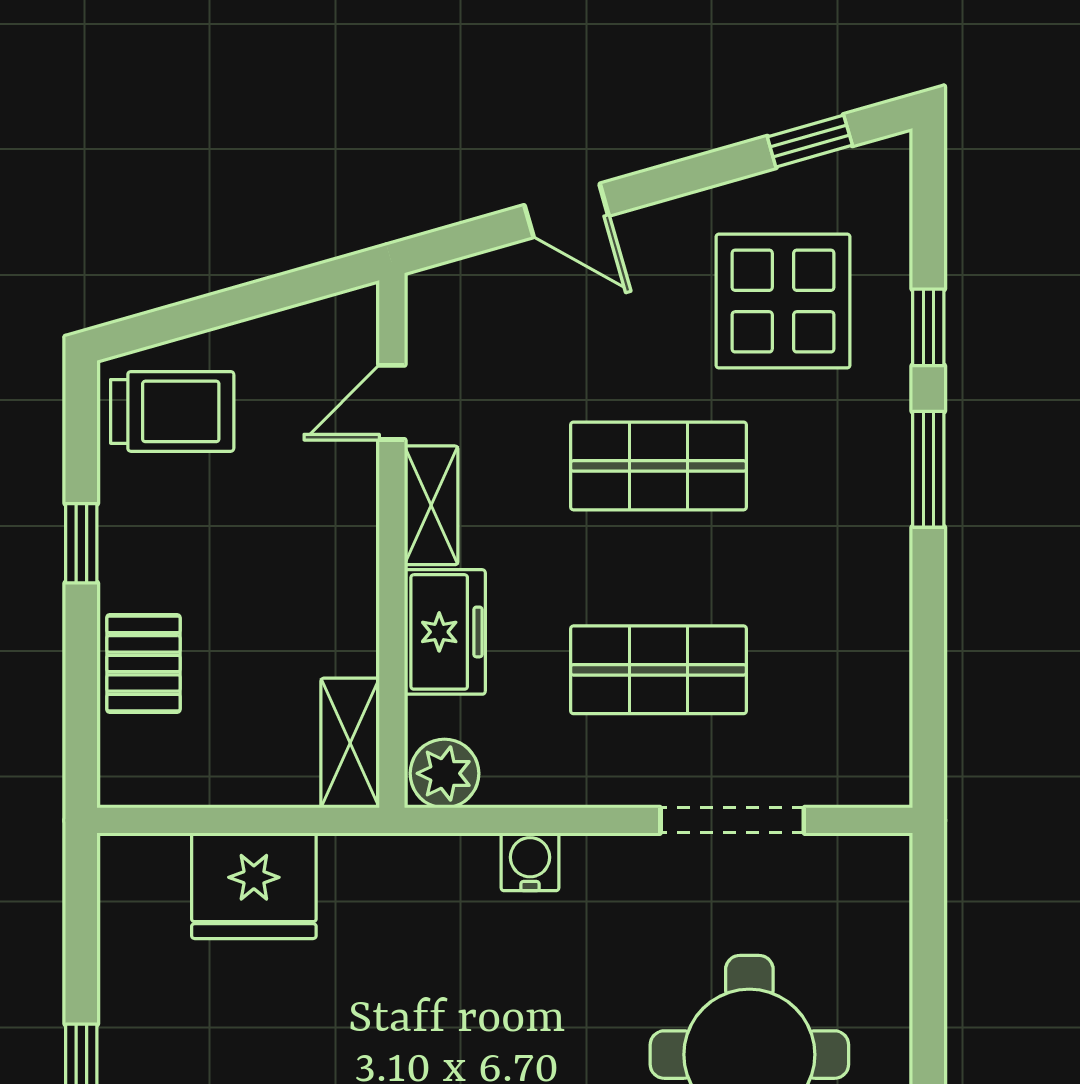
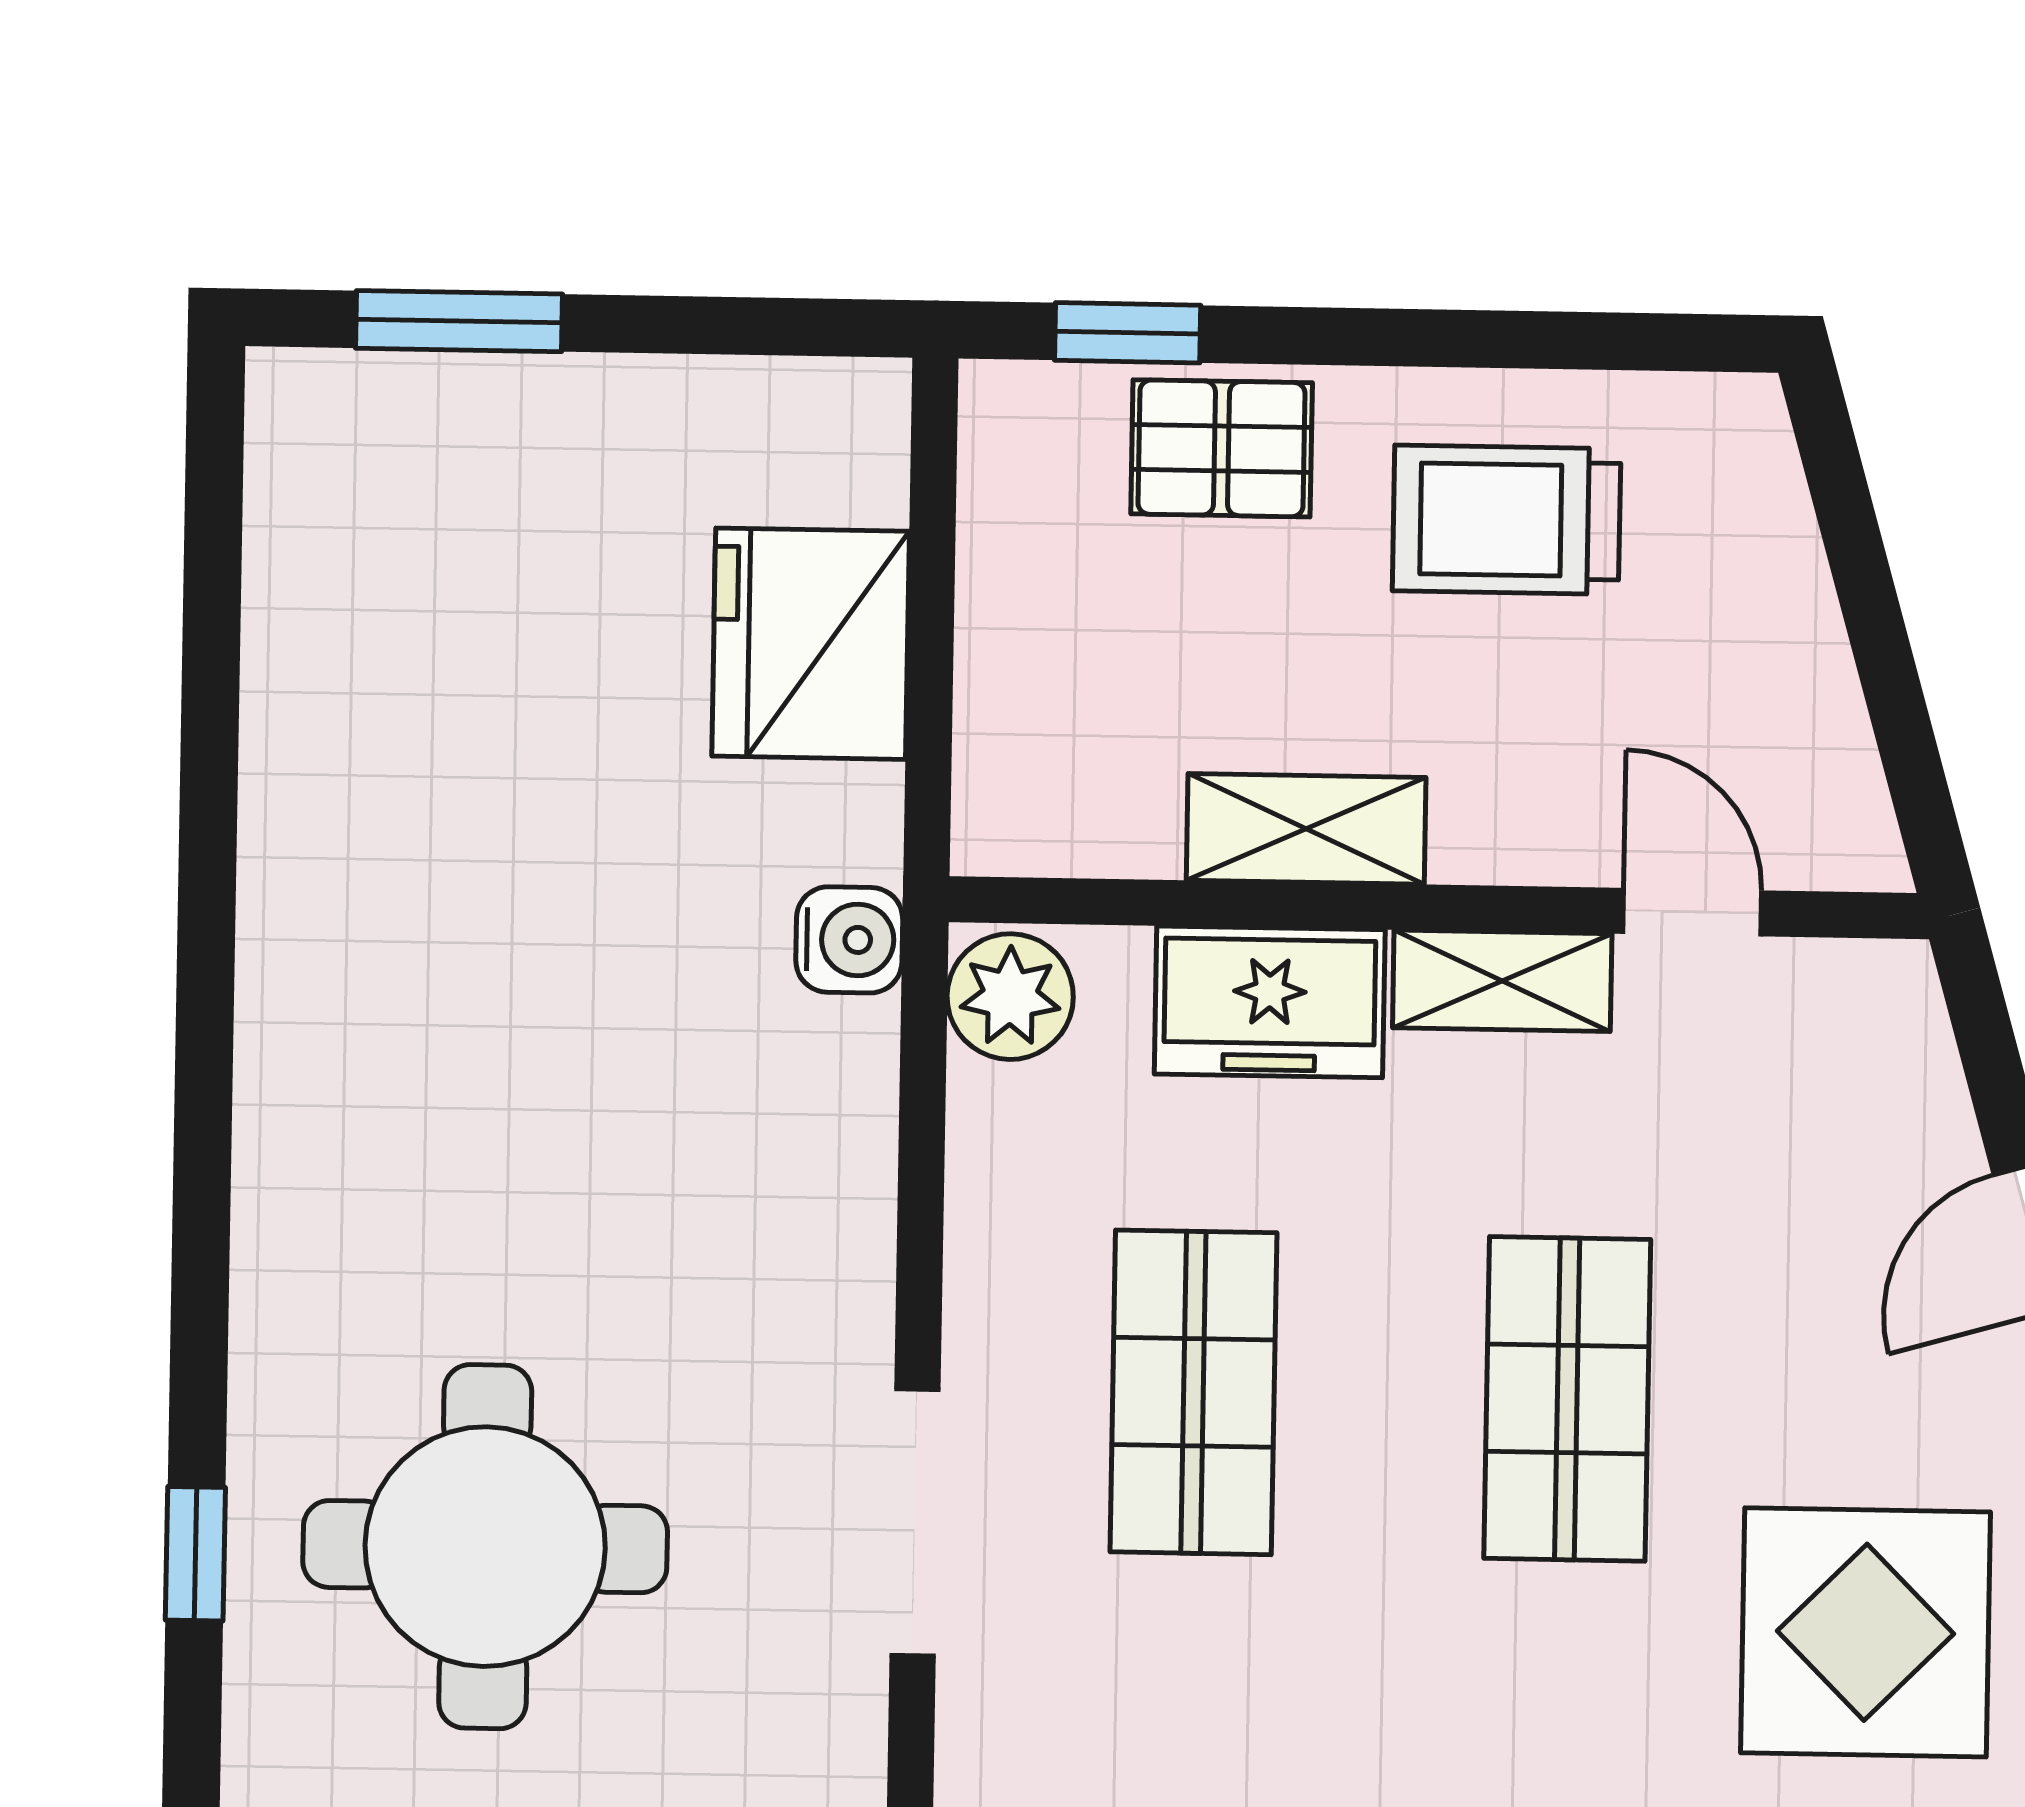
trolley: (172, 411) -> (1507, 520), moved, turned 90
window: (81, 543) -> (1128, 333), moved
shelving: (350, 743) -> (1306, 829), moved
water cooler: (530, 862) -> (849, 940), moved

